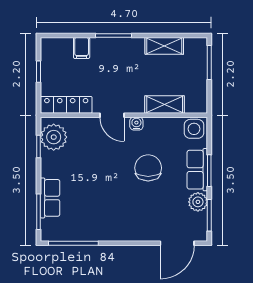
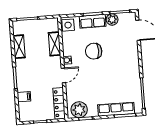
row of seats: (50, 198) -> (116, 109), width x1.48

